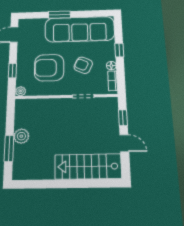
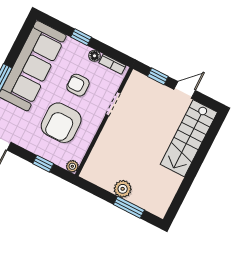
armchair: (83, 65) -> (78, 85), turned 65

